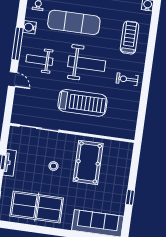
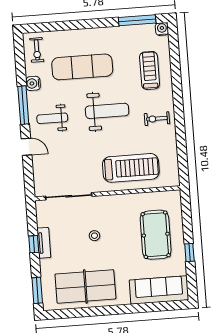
treadmill: (82, 103) -> (131, 168), moved
pool table: (88, 162) -> (156, 235), moved

